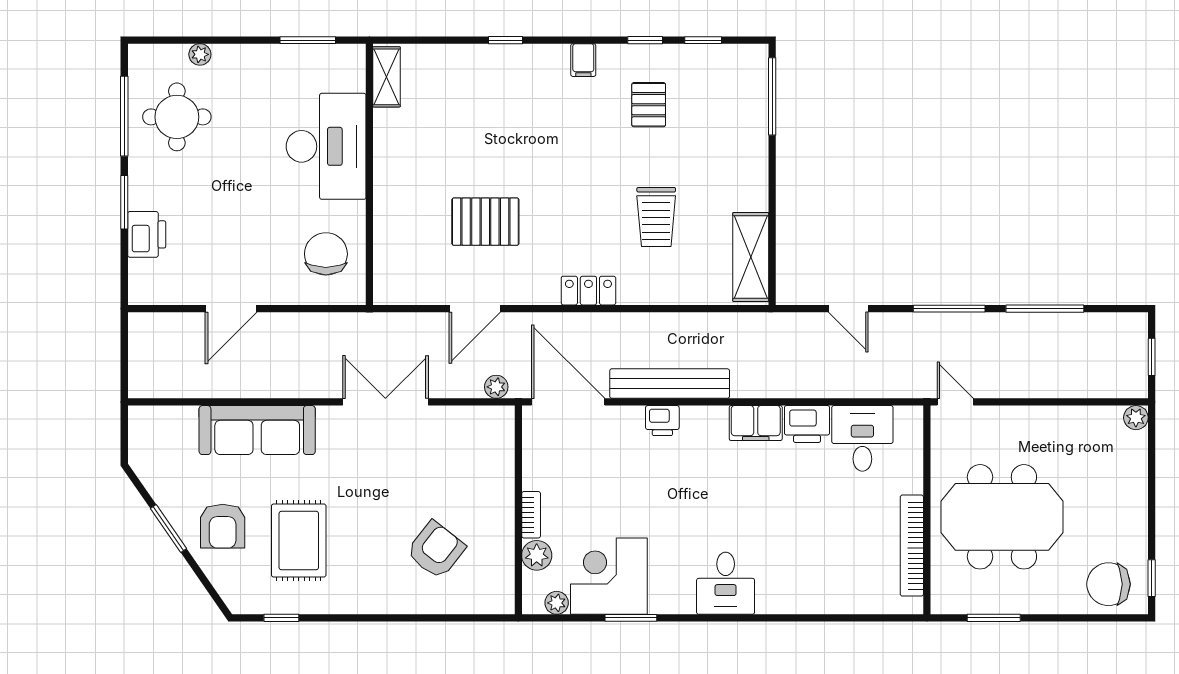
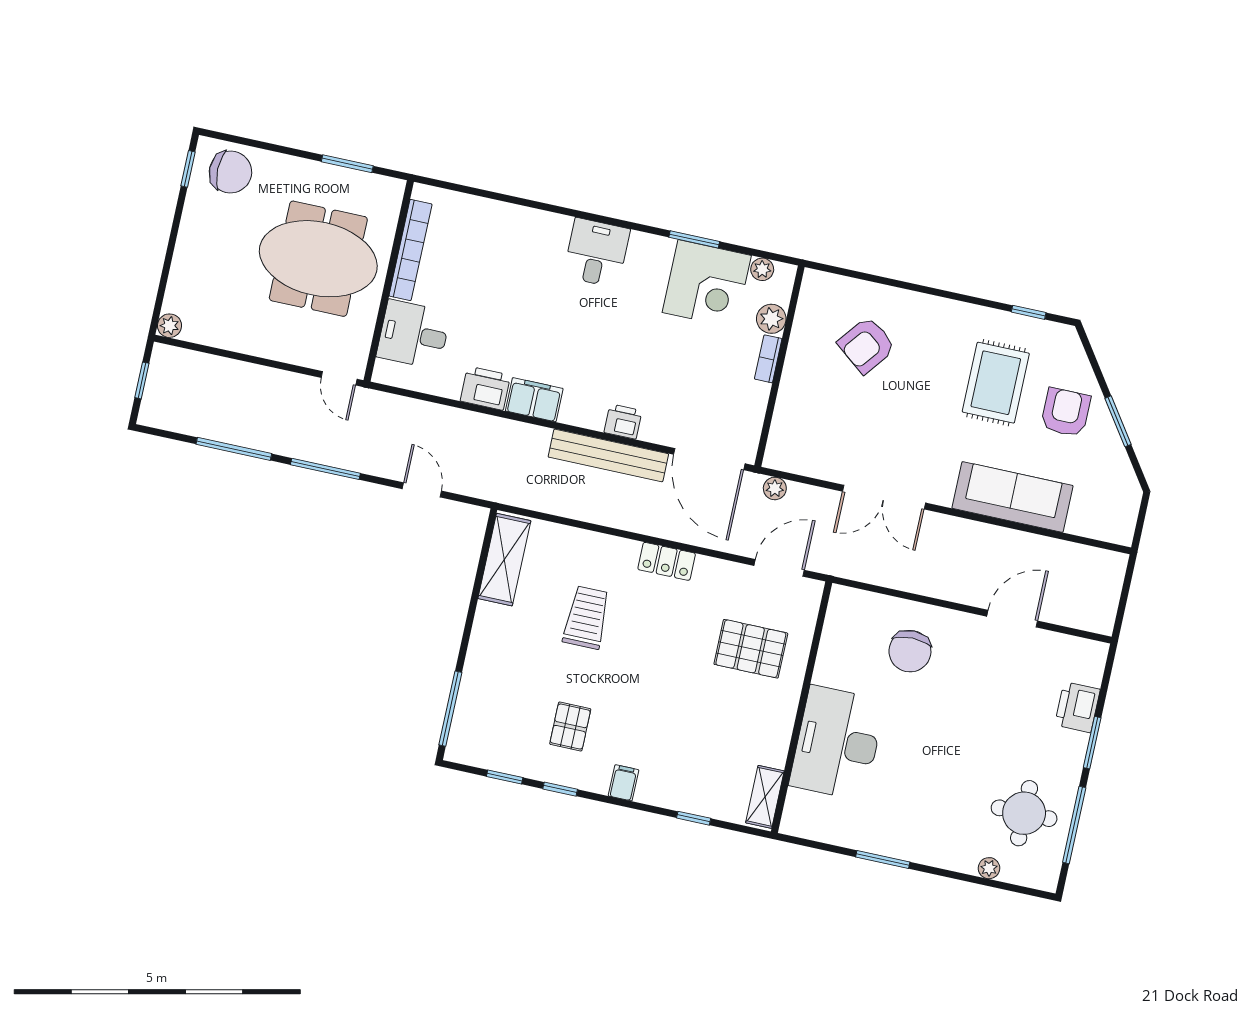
shelving: (386, 77) -> (765, 797), moved
desk: (326, 146) -> (837, 743), moved
wall: (369, 174) -> (802, 707), moved
desk: (862, 438) -> (414, 334), moved, turned 90

